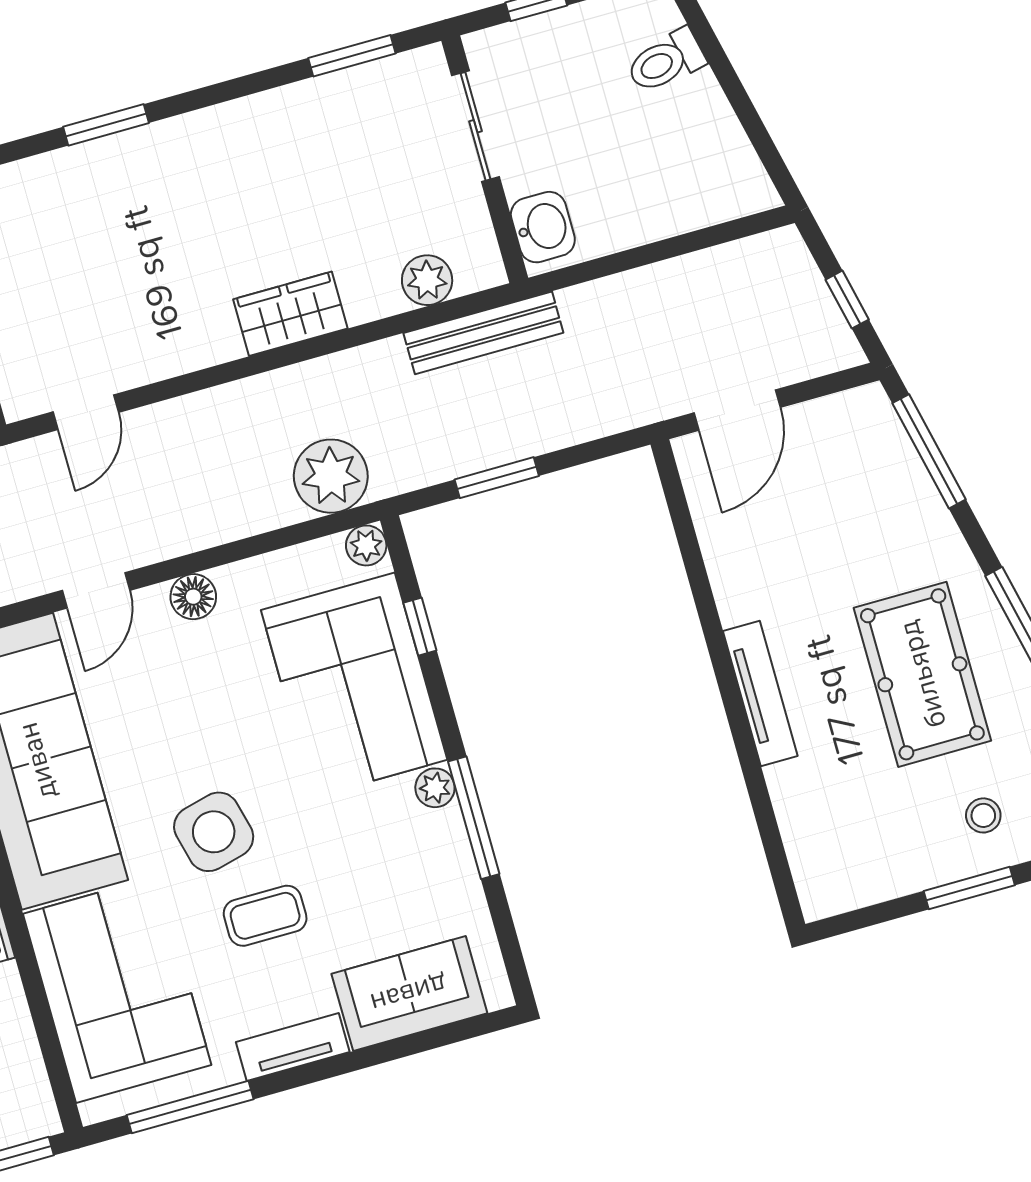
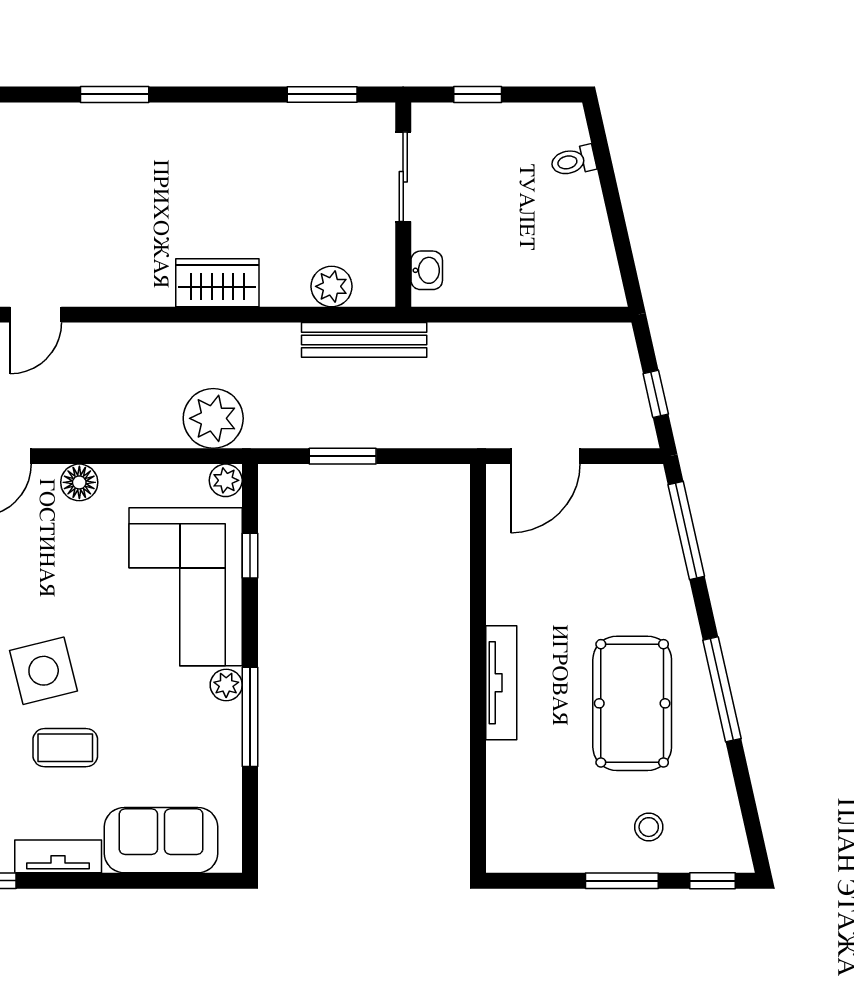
toilet: (666, 61) -> (573, 161), width x0.73, depth x0.72
washbasin: (543, 227) -> (427, 270), width x0.72, depth x0.69

